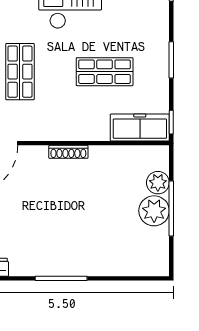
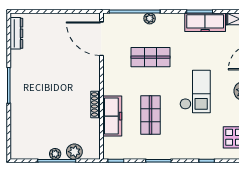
freezer: (140, 128) -> (112, 116), moved
shoe rack: (68, 152) -> (96, 104), moved
plant: (154, 211) -> (55, 154), width x0.53, depth x0.53

